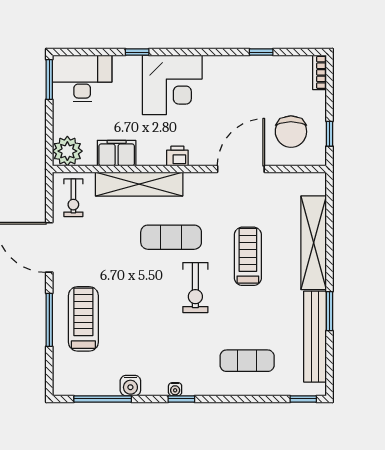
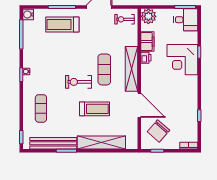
desk: (82, 78) -> (186, 20), width x0.73
corner desk: (172, 85) -> (182, 60), moved
chair: (291, 132) -> (158, 131), turned -49
printer: (177, 156) -> (146, 58), moved
shelving: (139, 184) -> (131, 69), moved
treadmill: (83, 319) -> (62, 24), turned 180
water cooler: (130, 386) -> (28, 15), moved

